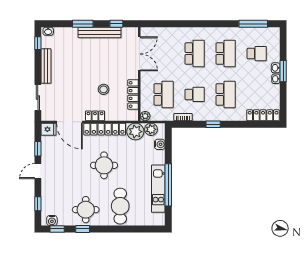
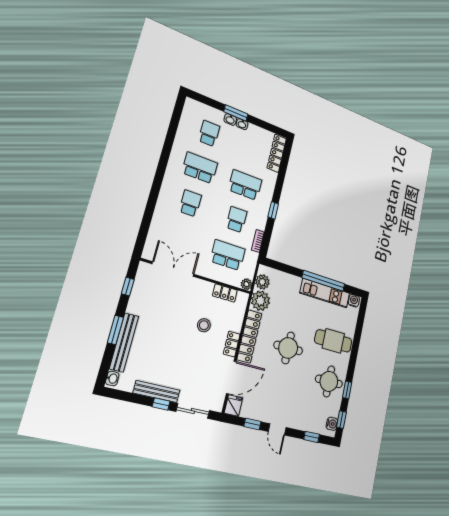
window: (253, 24) -> (174, 124), removed
bench: (100, 32) -> (124, 342), moved
window: (38, 43) -> (161, 404), moved
school desk: (195, 54) -> (190, 203), width x0.54
locker: (133, 95) -> (225, 293), width x0.66
water cooler: (160, 144) -> (354, 301), moved

